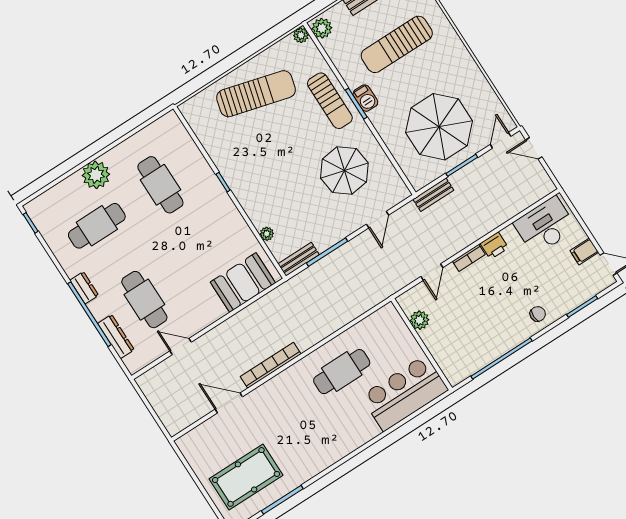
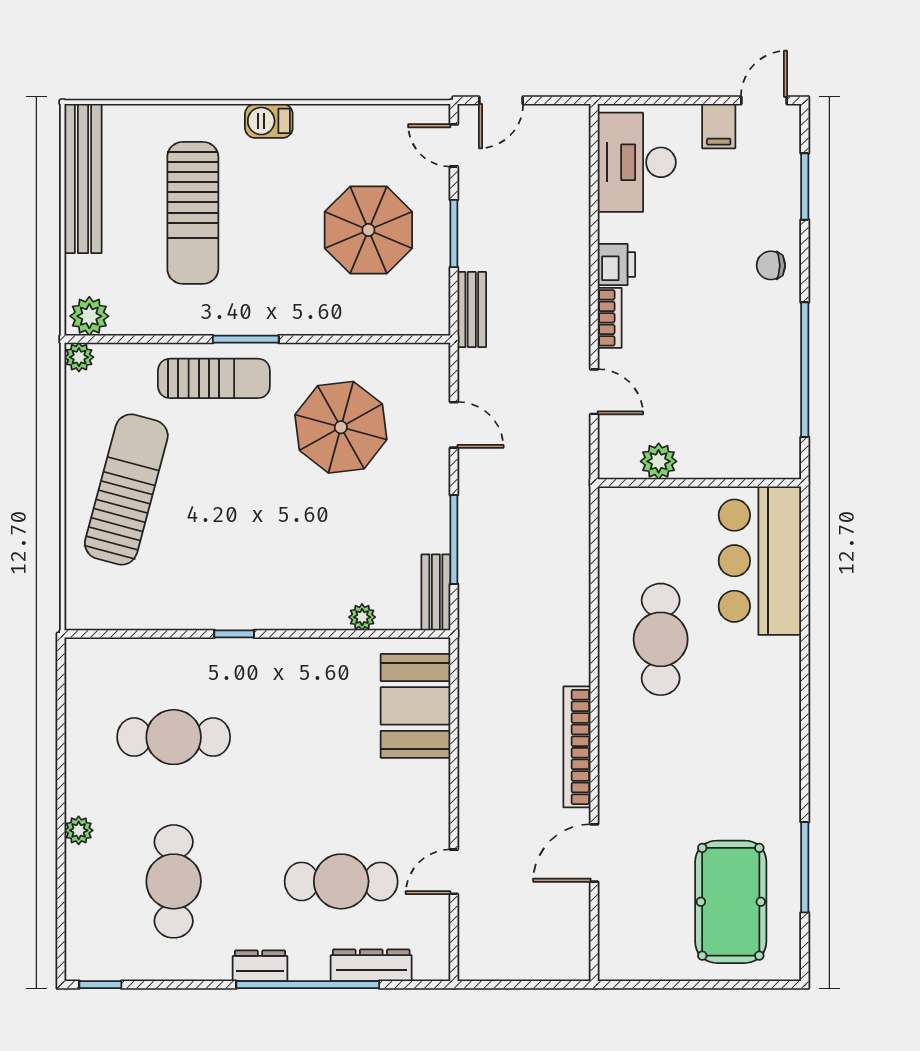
barbecue: (365, 98) -> (269, 121), moved, turned 180
parasol: (439, 127) -> (368, 230), width x0.73, depth x0.73
plant: (96, 175) -> (79, 830), width x0.53, depth x0.53
chair: (538, 314) -> (771, 265), turned -90

